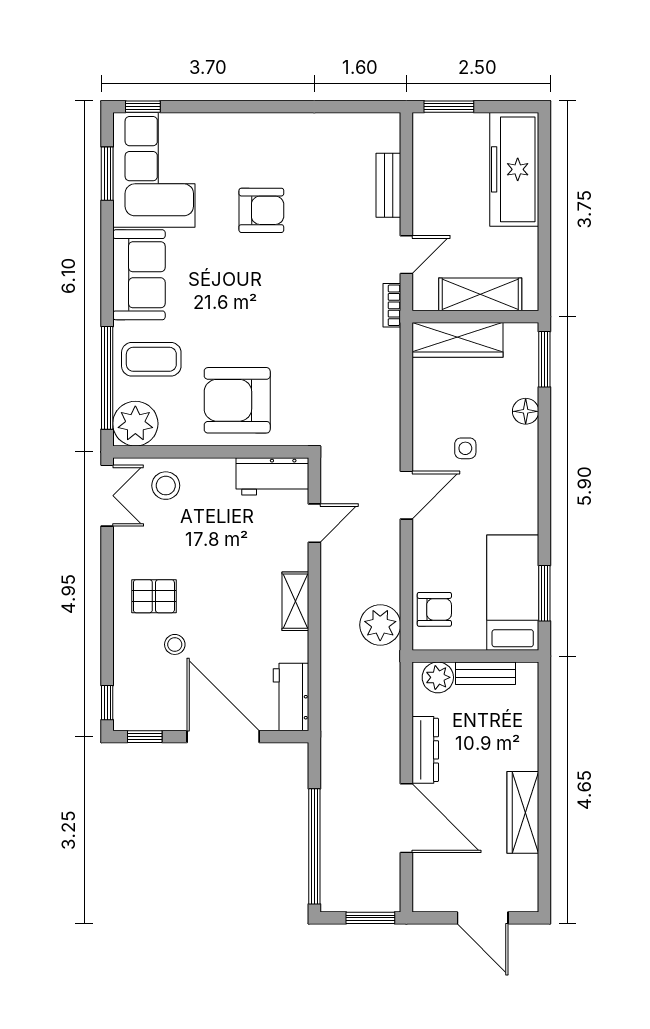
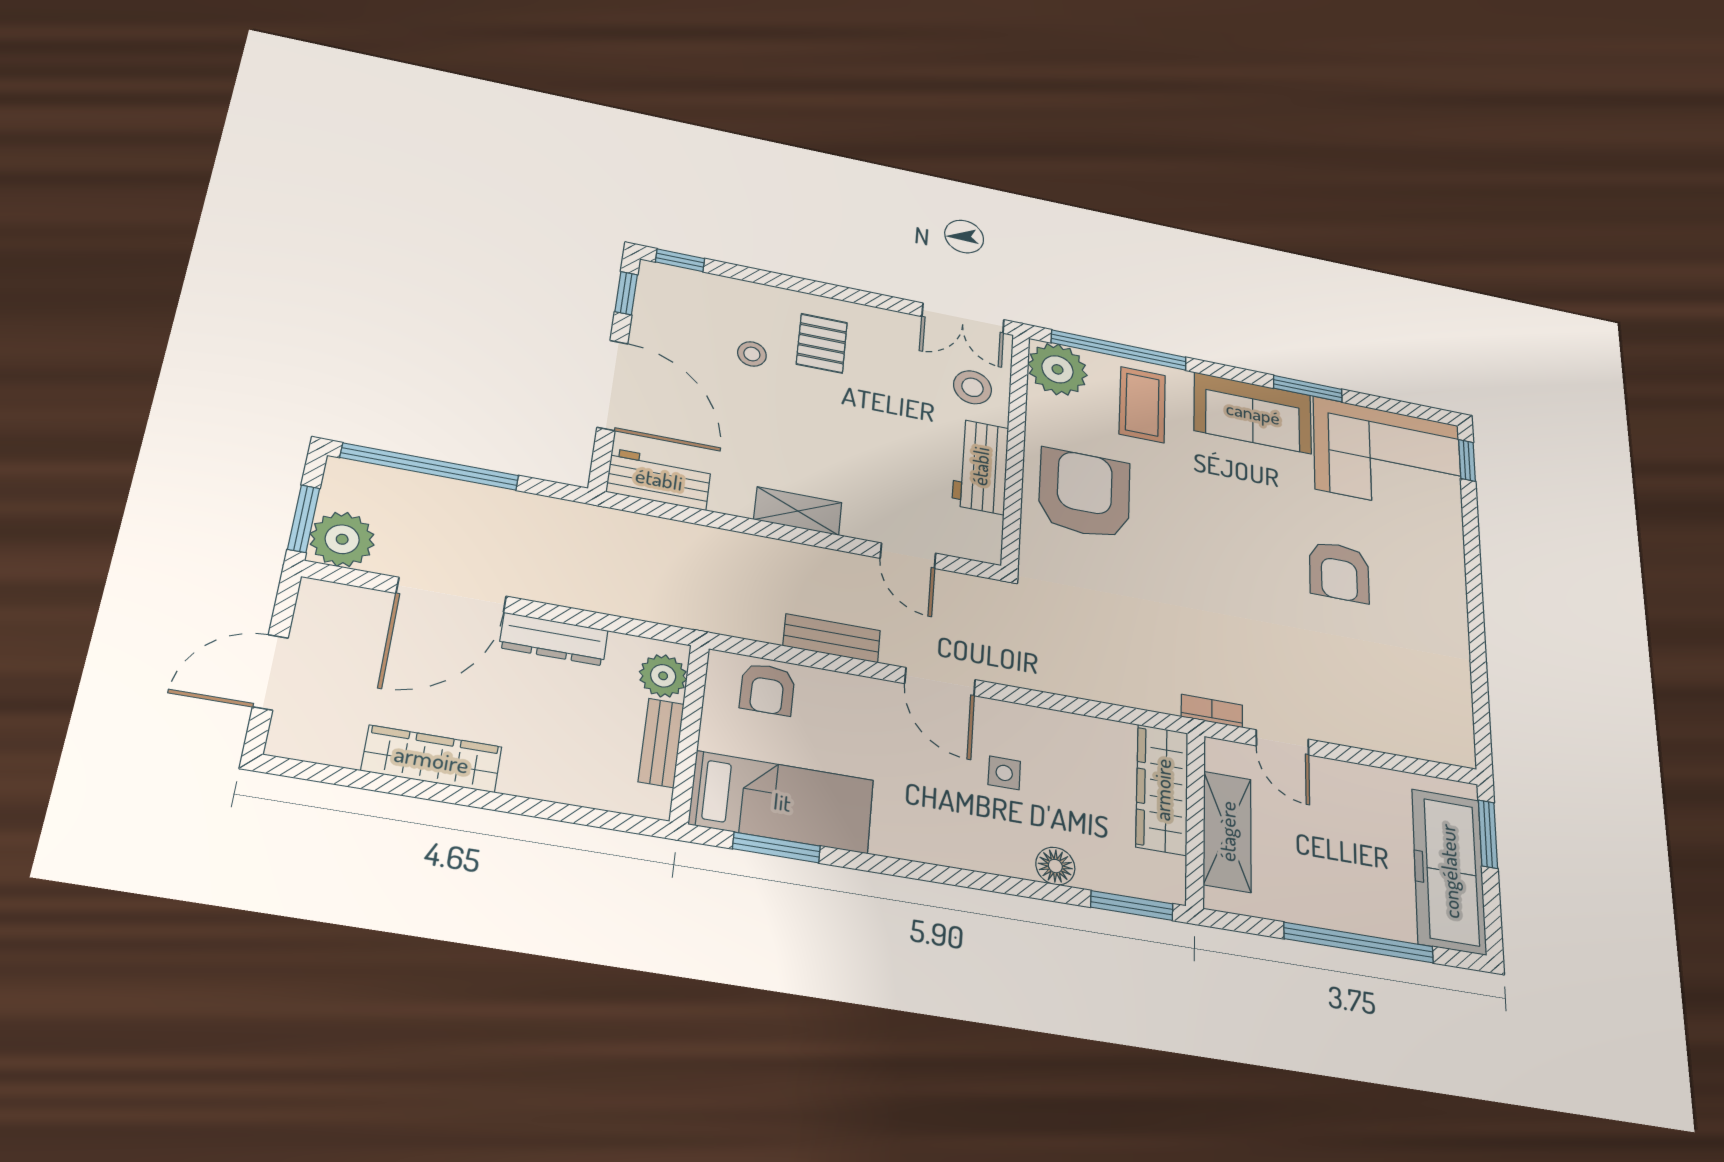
freezer: (514, 169) -> (1449, 871), moved, turned -90
window: (107, 174) -> (1308, 389), moved
bench: (388, 185) -> (832, 638), moved
window: (544, 203) -> (1359, 943), added
workbench: (272, 476) -> (980, 466), moved
plant: (380, 625) -> (342, 539), moved
door: (223, 737) -> (612, 385), hinge flipped

